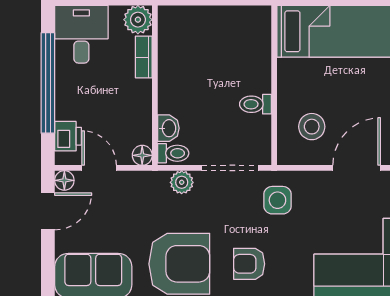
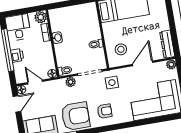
washbasin: (168, 128) -> (57, 38), moved
printer: (68, 136) -> (17, 55), moved
armchair: (249, 264) -> (105, 111), turned 180

